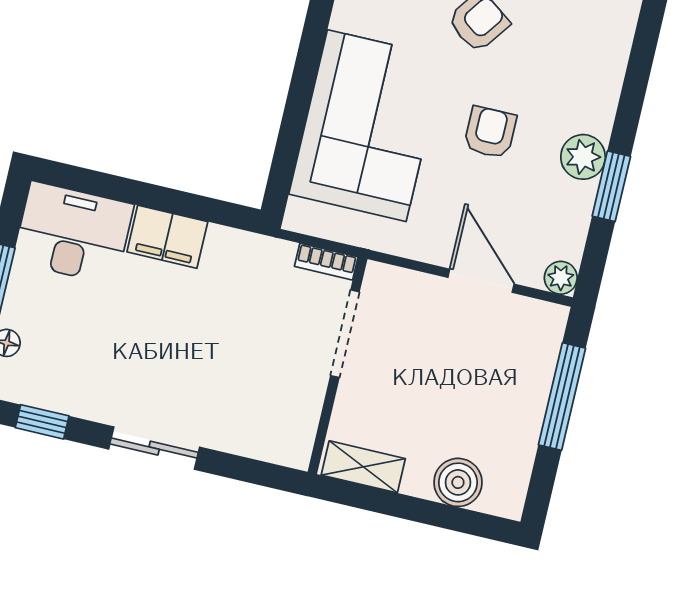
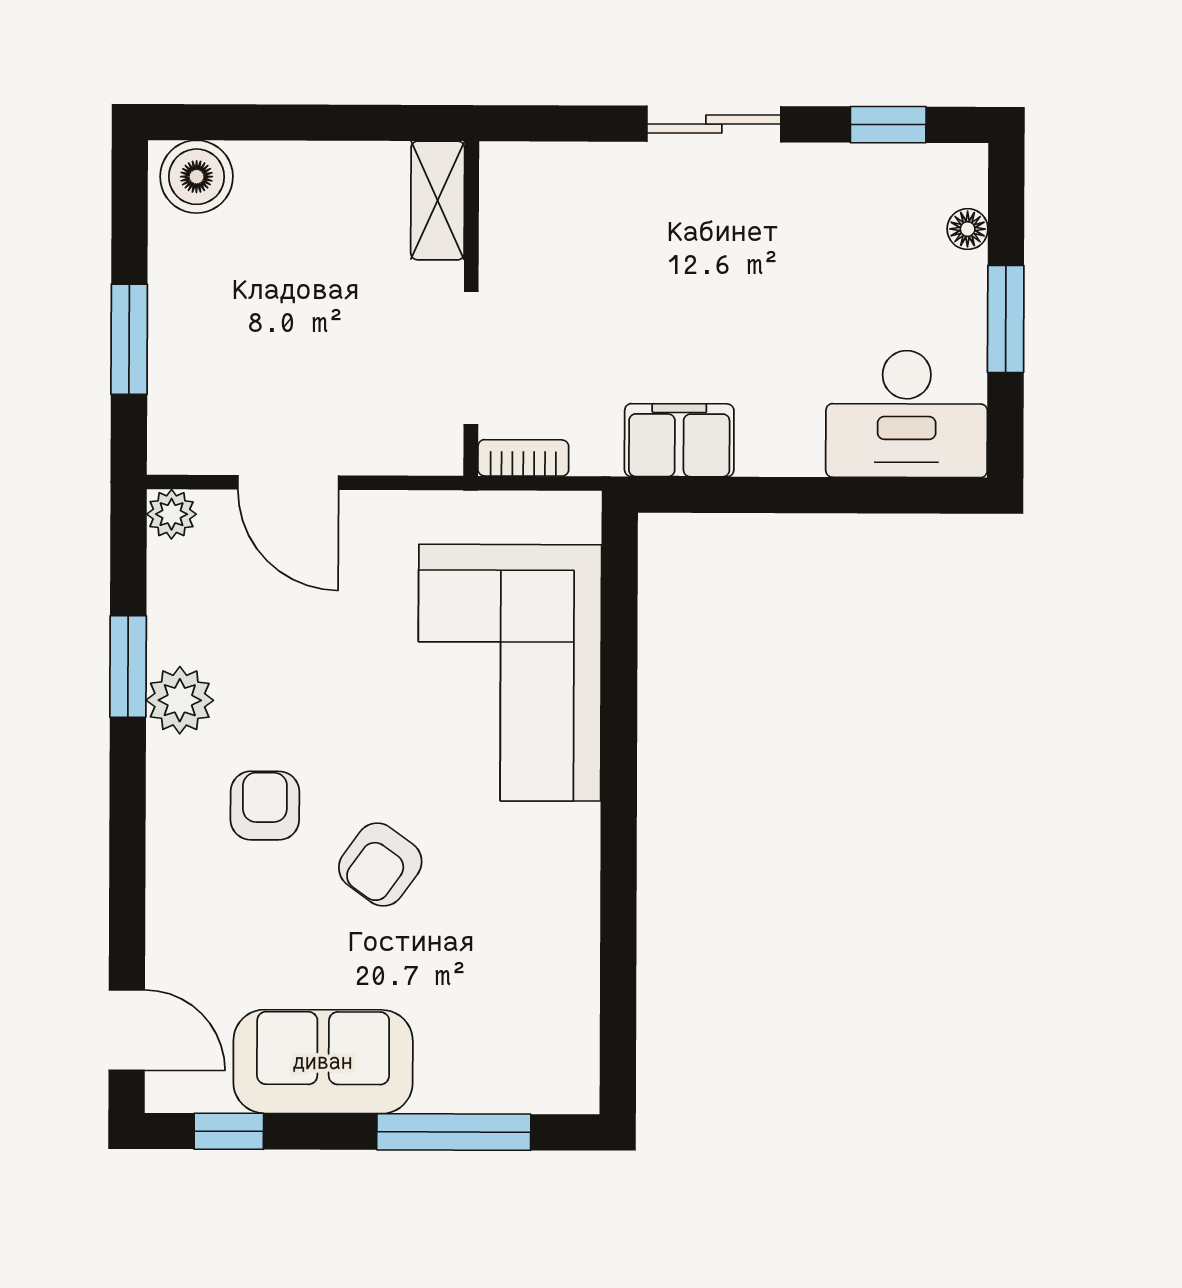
armchair: (490, 132) -> (265, 806), moved, turned 180
filing cabinet: (167, 237) -> (679, 440), moved
window: (562, 396) -> (129, 339), width x0.69
shelving: (363, 467) -> (438, 200), moved, turned 90
boiler: (458, 482) -> (197, 177), moved

